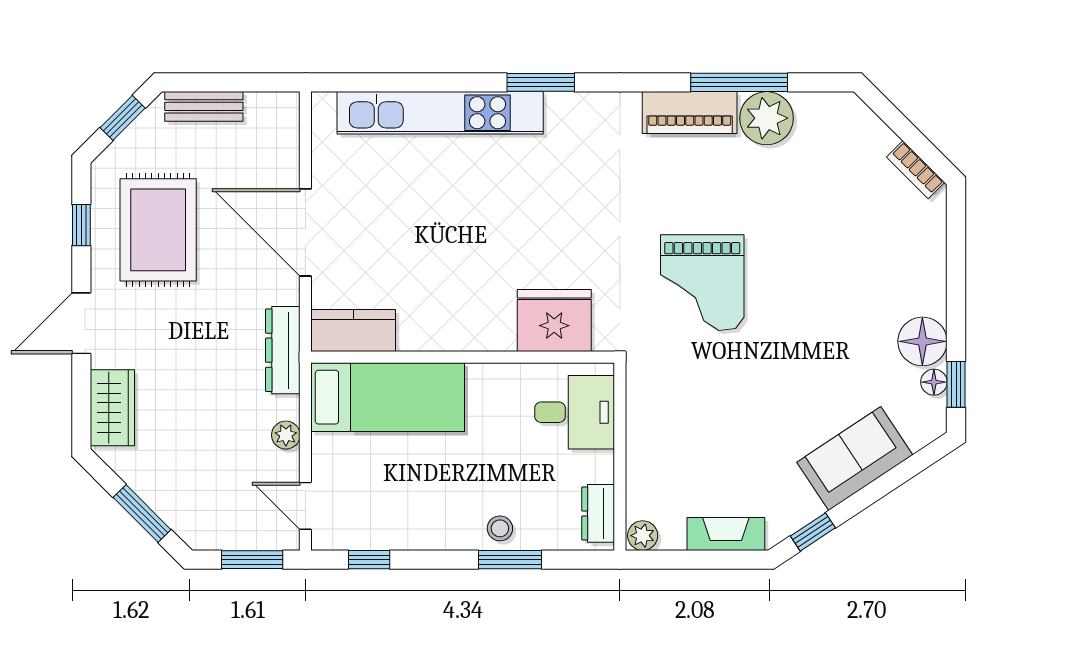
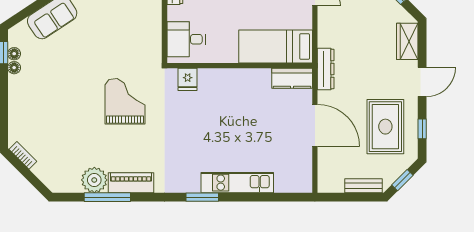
kitchen unit: (440, 113) -> (237, 183), width x0.73
fridge: (554, 321) -> (188, 79), width x0.53, depth x0.75
floor lamp: (922, 341) -> (14, 68), width x0.53, depth x0.53
plant: (286, 435) -> (324, 28), removed

